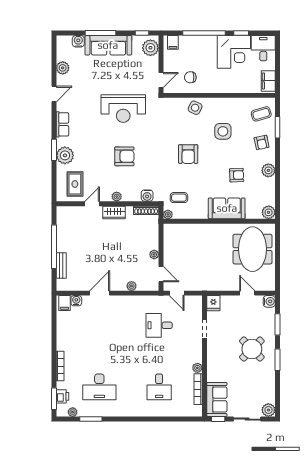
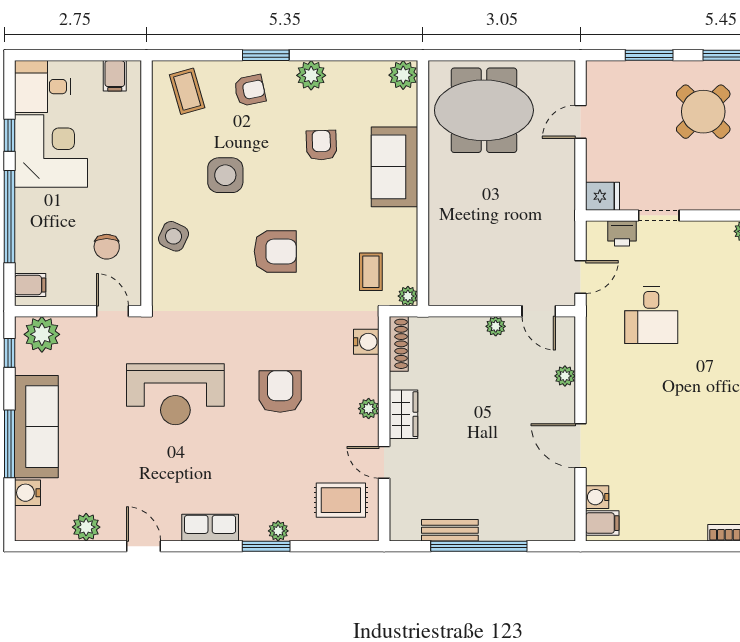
filing cabinet: (268, 81) -> (115, 76), width x0.50
reception desk: (123, 109) -> (175, 394), turned 90
window: (278, 127) -> (266, 55), moved
plant: (65, 155) -> (278, 531), width x0.53, depth x0.53
bench: (61, 266) -> (450, 530), moved
door: (161, 274) -> (539, 311), swing flipped
water cooler: (269, 301) -> (599, 73), removed
printer: (196, 312) -> (622, 233), added

